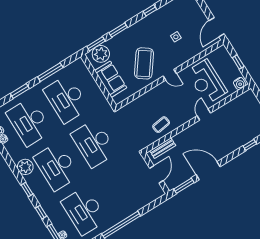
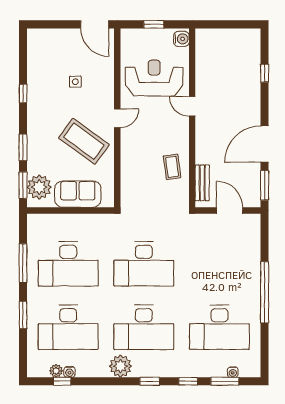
reception desk: (207, 82) -> (154, 78), turned 180

